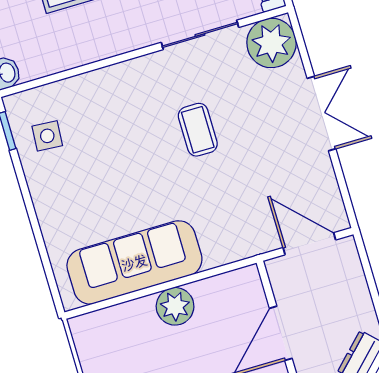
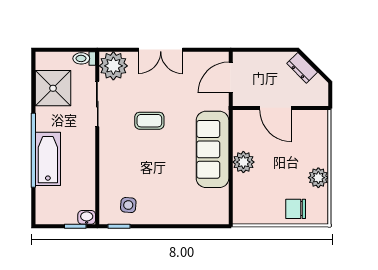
double door: (321, 114) -> (161, 50), swing flipped
sofa: (134, 262) -> (213, 149), moved

